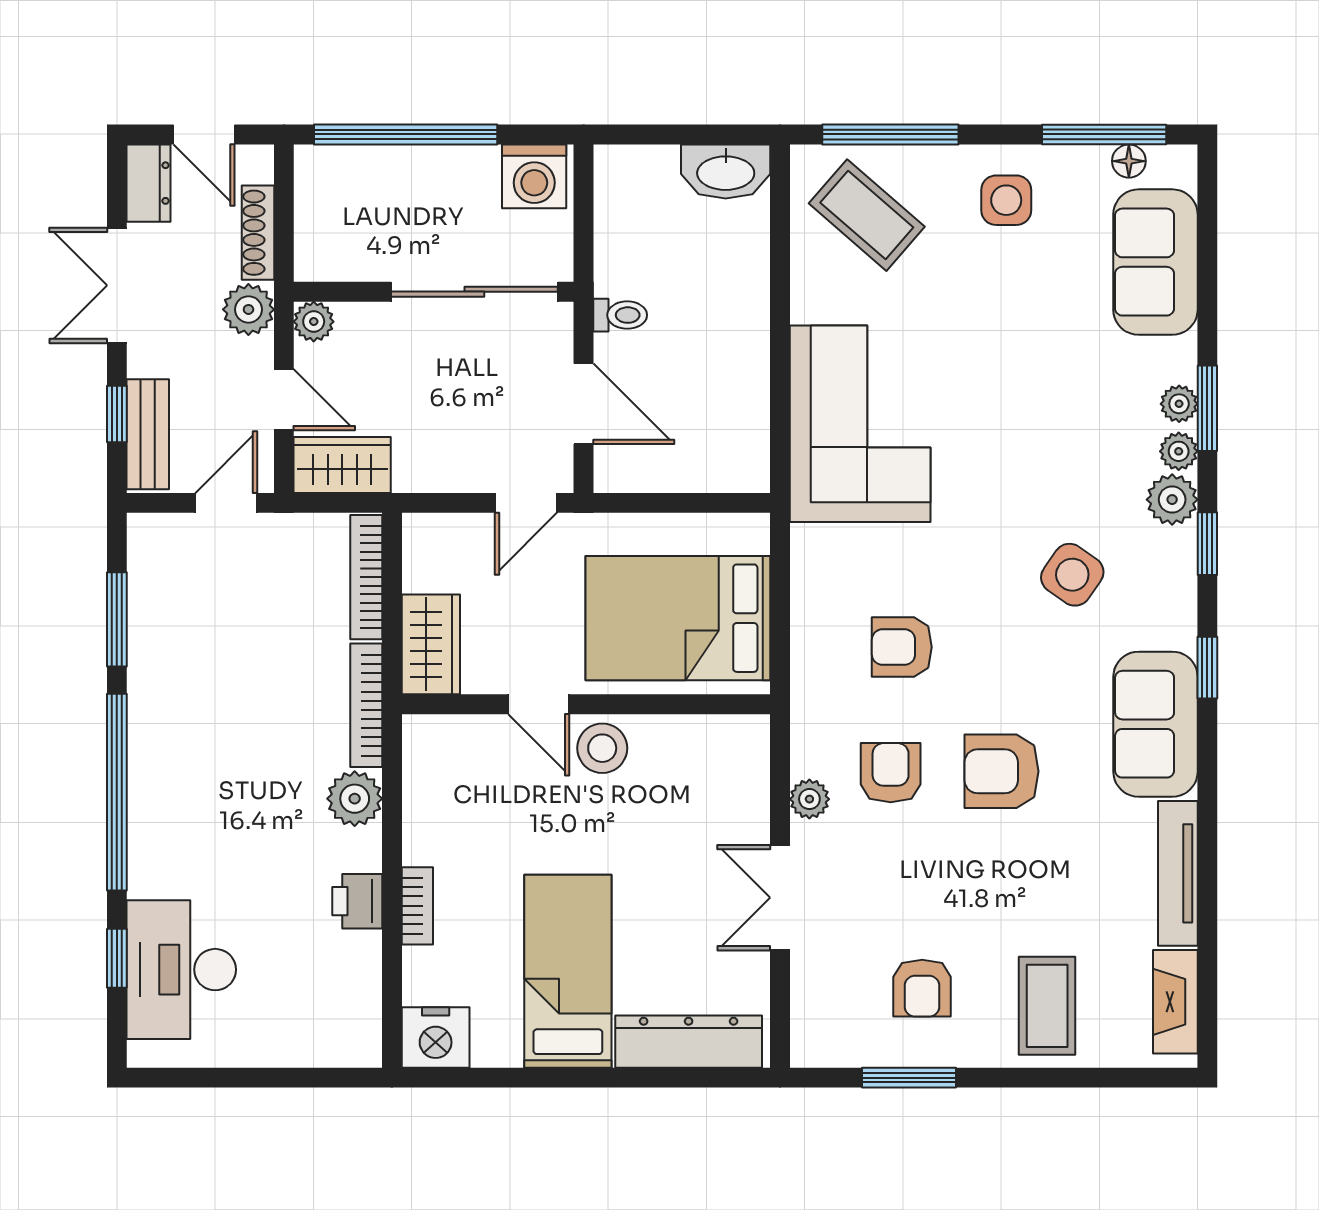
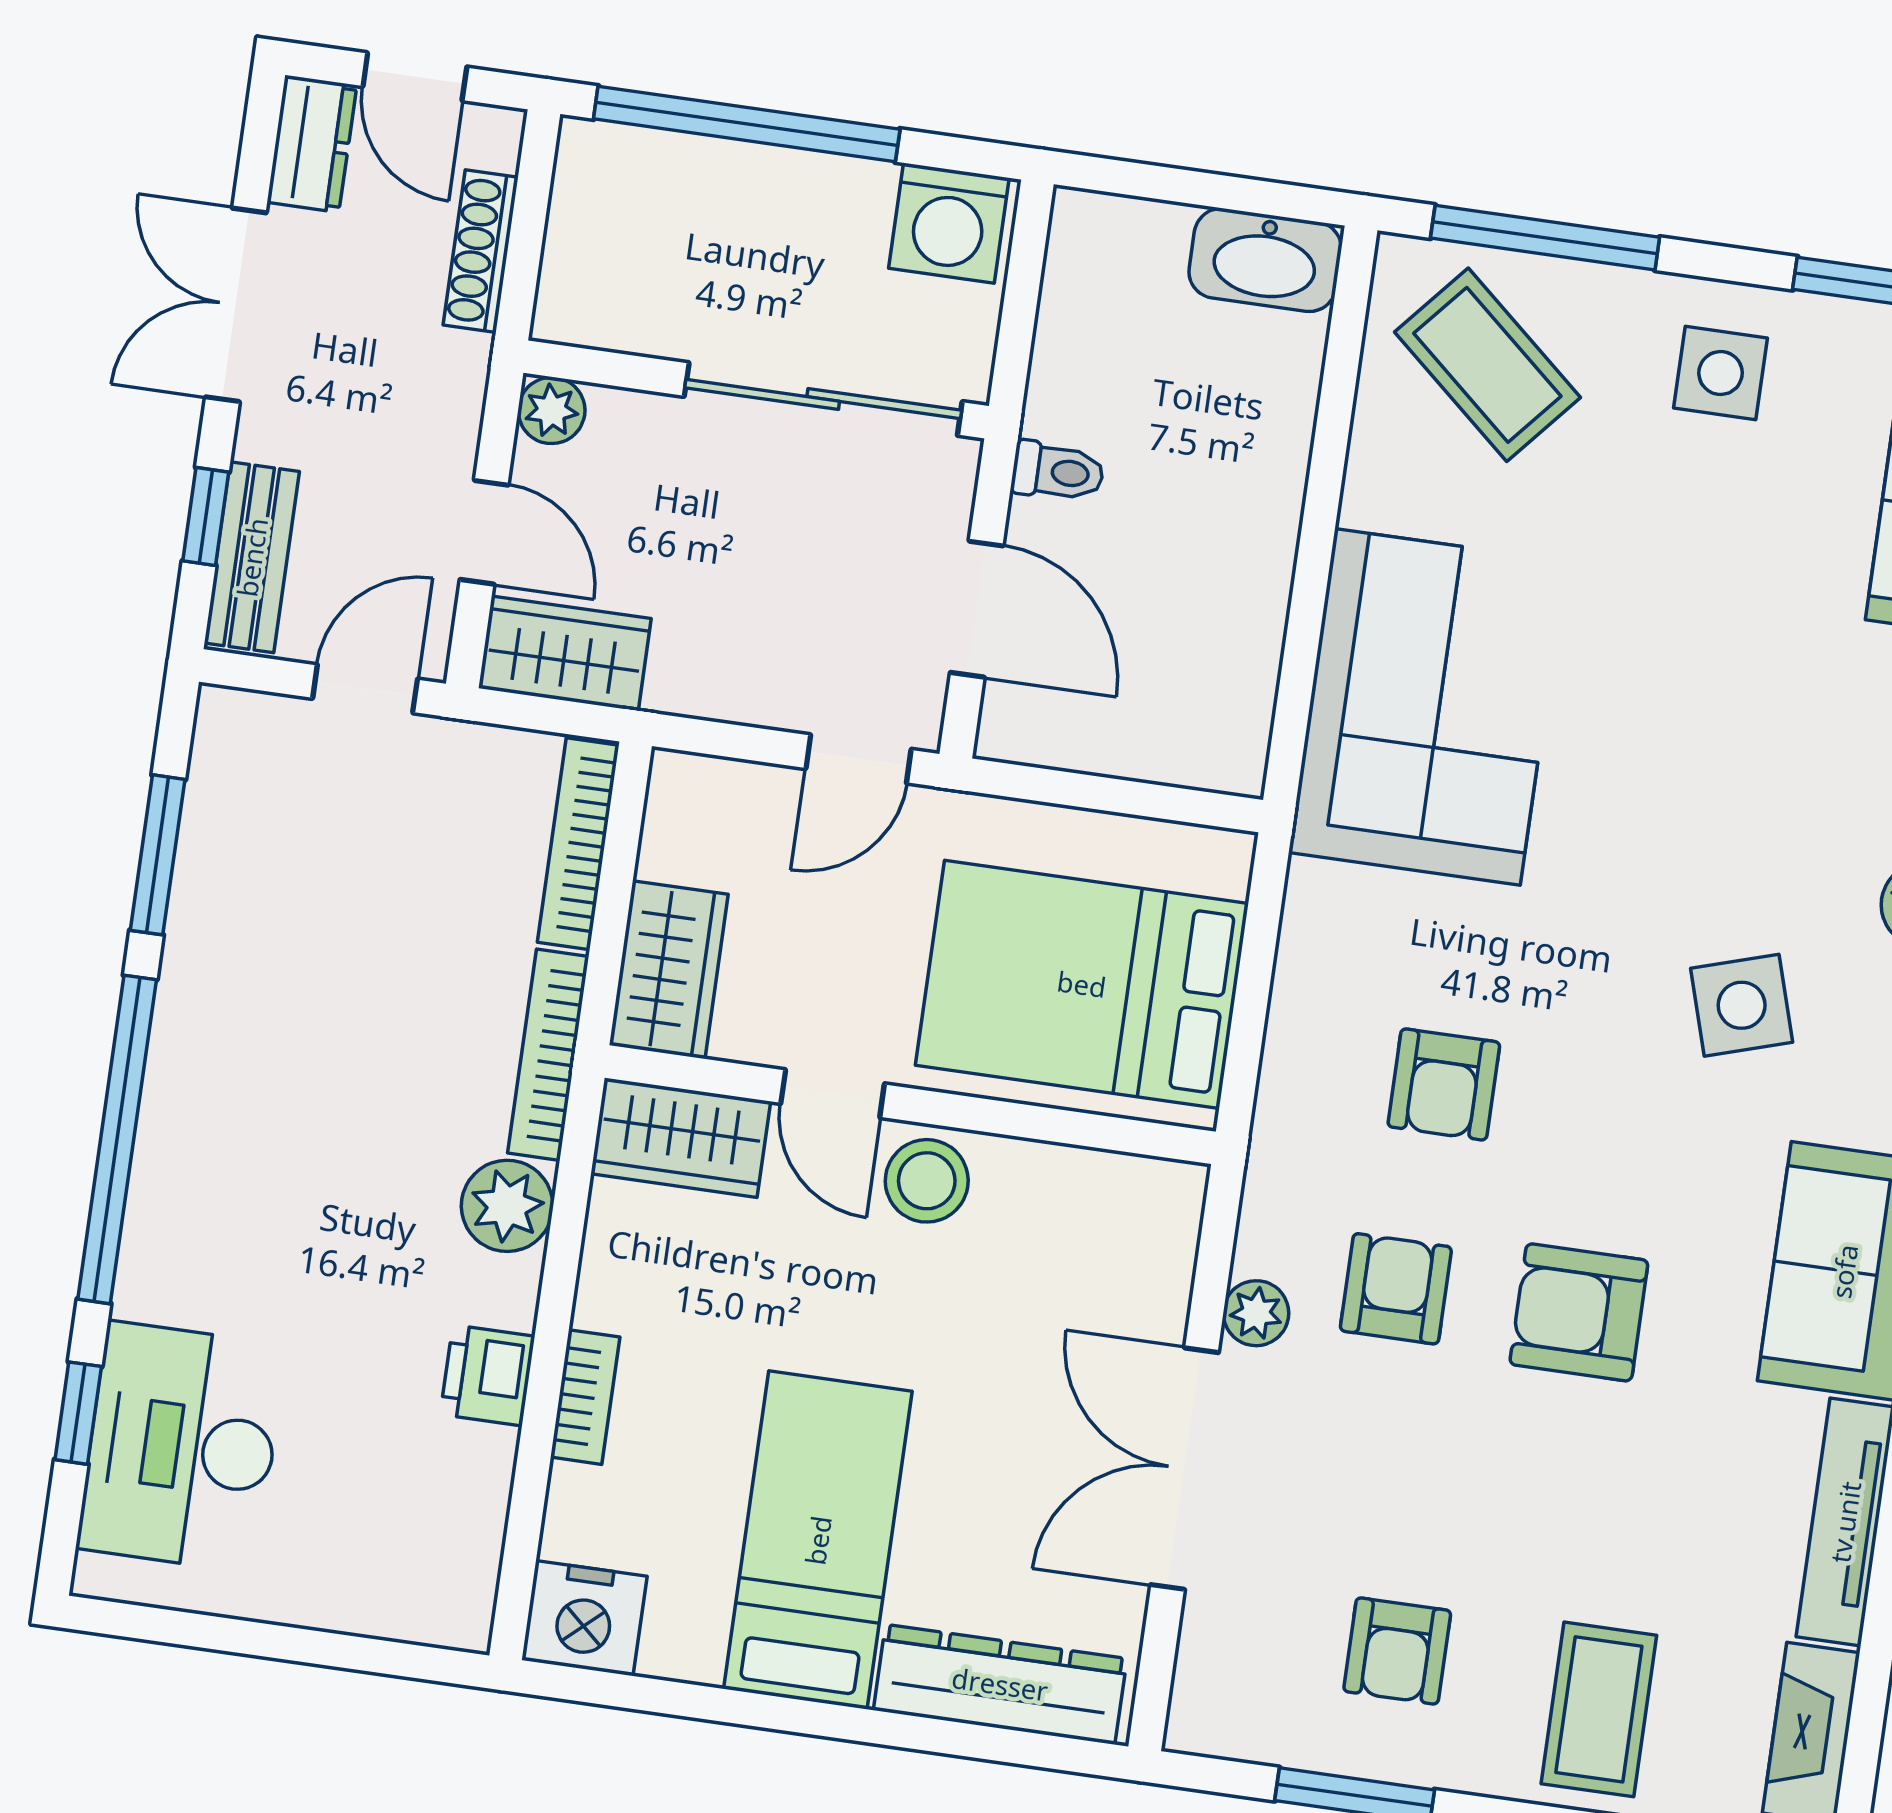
plant: (248, 309) -> (447, 375), removed
side table: (1072, 575) -> (1742, 1005), turned 38
armchair: (902, 647) -> (1444, 1084), turned -90
wardrobe: (452, 743) -> (681, 1138), added
double door: (780, 898) -> (1184, 1469), width x1.37

